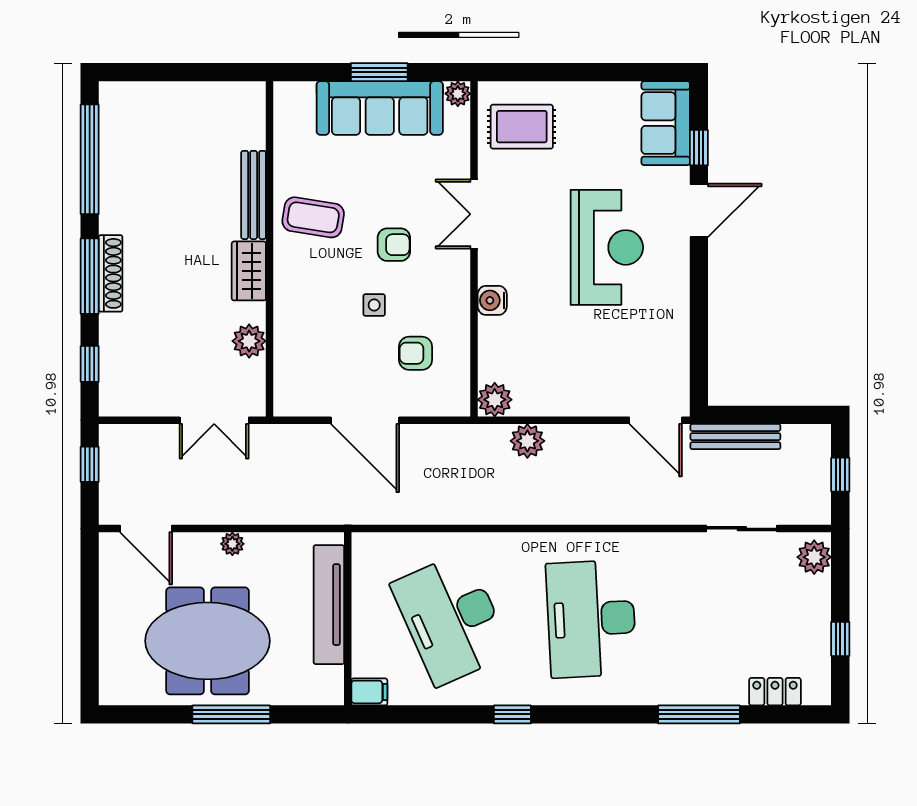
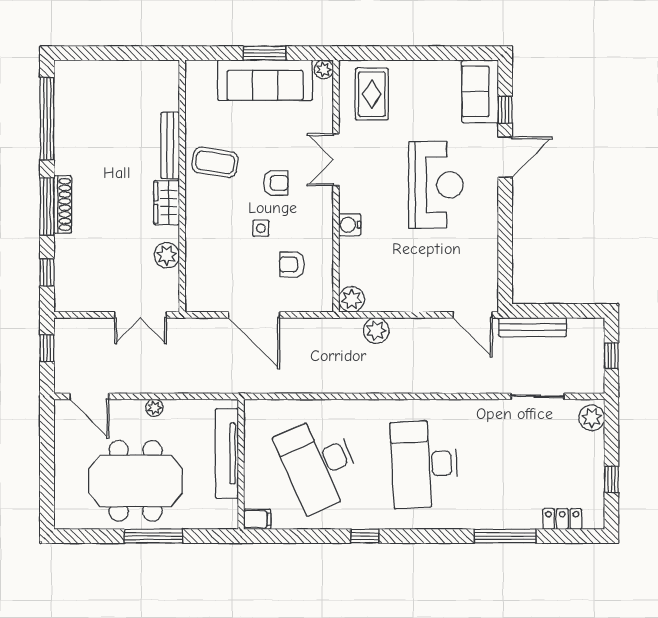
rug: (522, 127) -> (372, 94), turned 90

